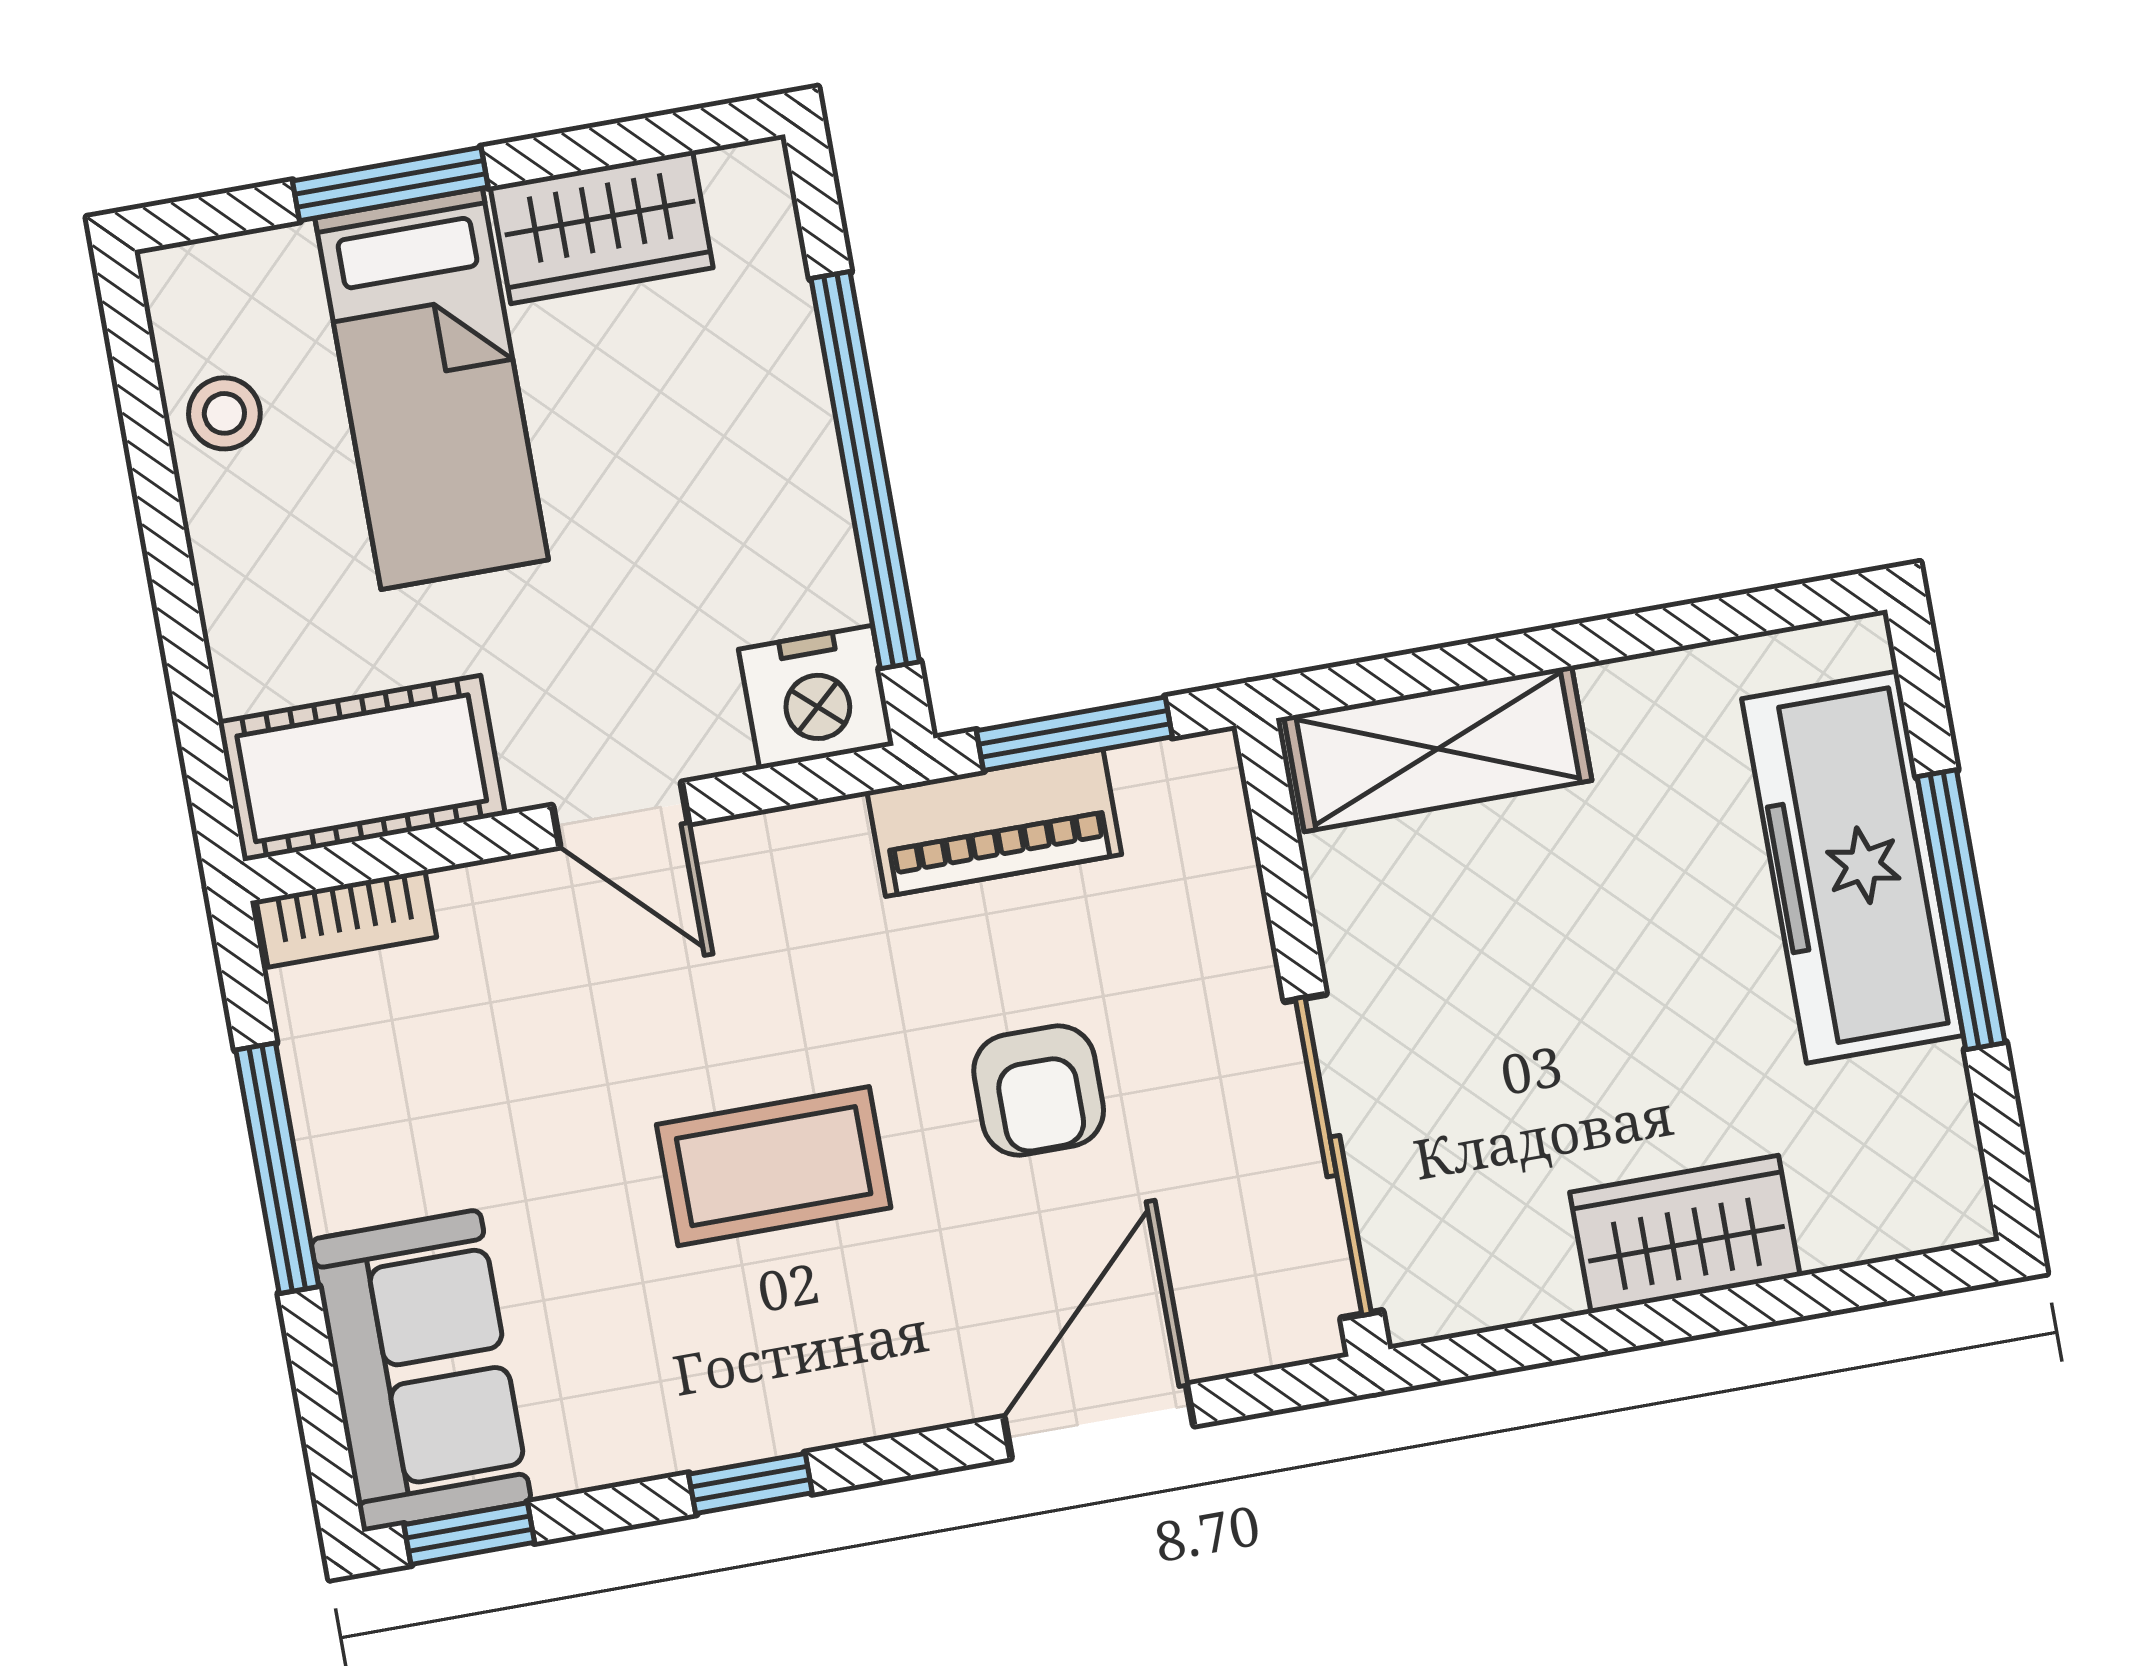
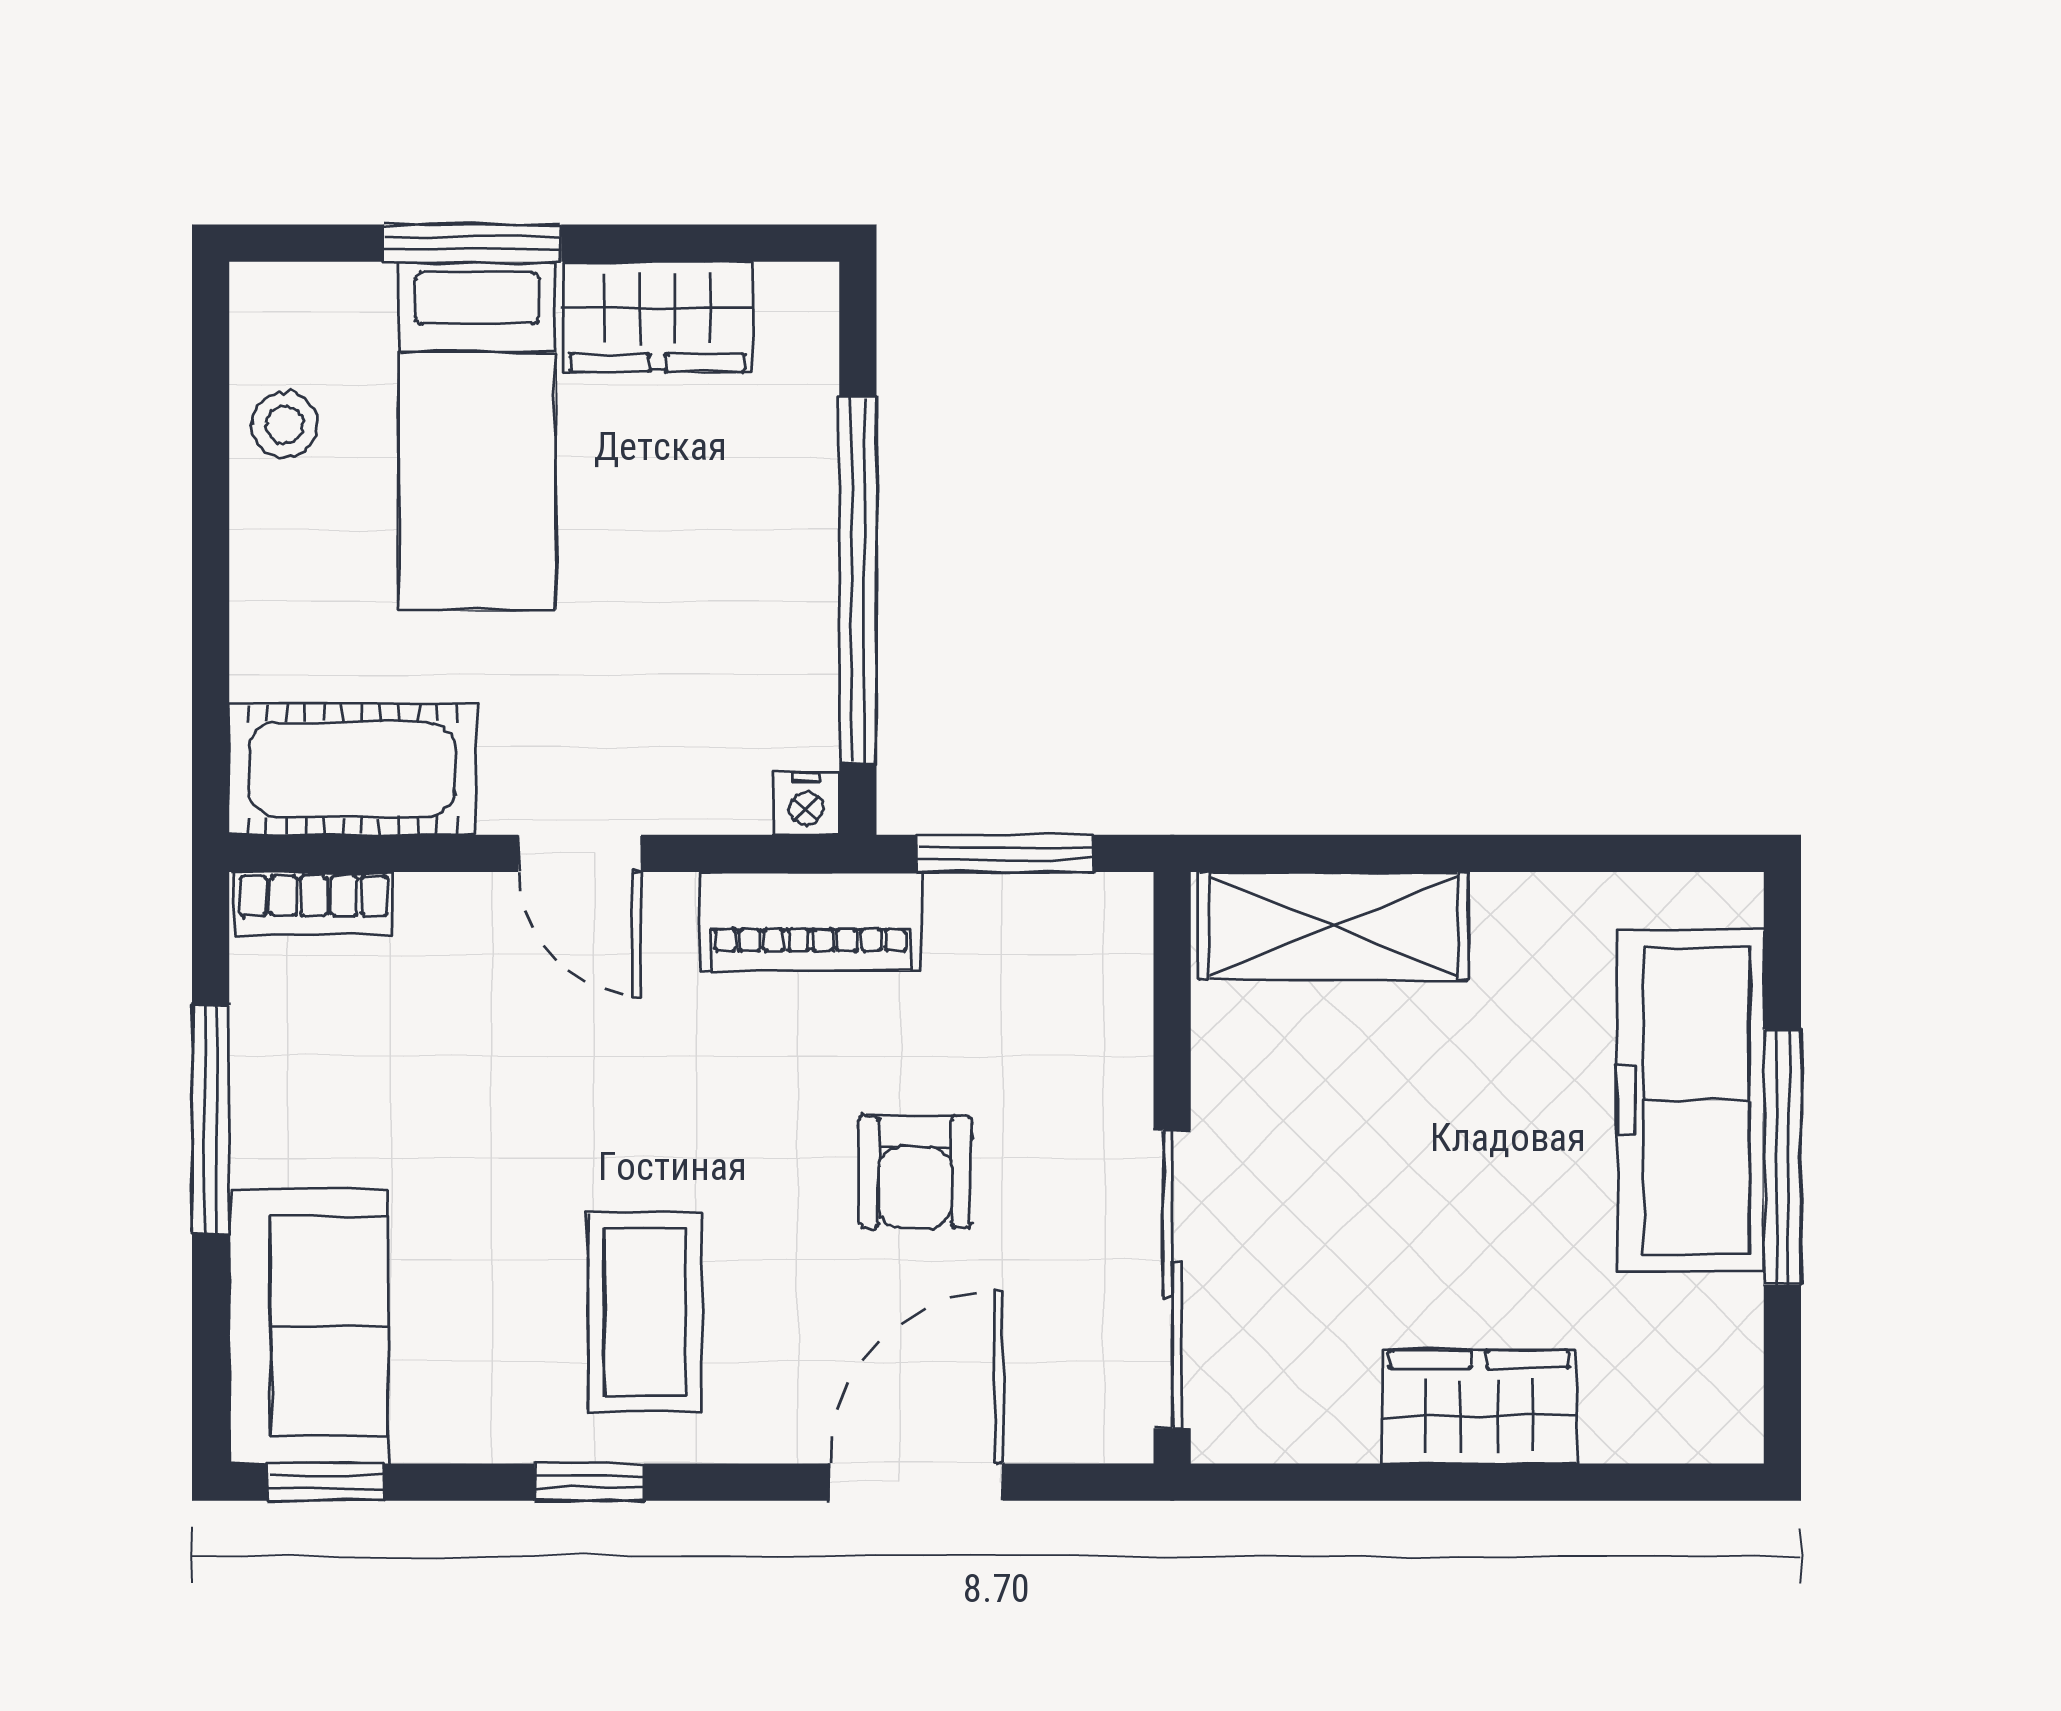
nightstand: (816, 697) -> (806, 803), width x0.53, depth x0.56
piano: (994, 823) -> (810, 921), moved
coffee table: (774, 1166) -> (645, 1312), moved, turned 90

